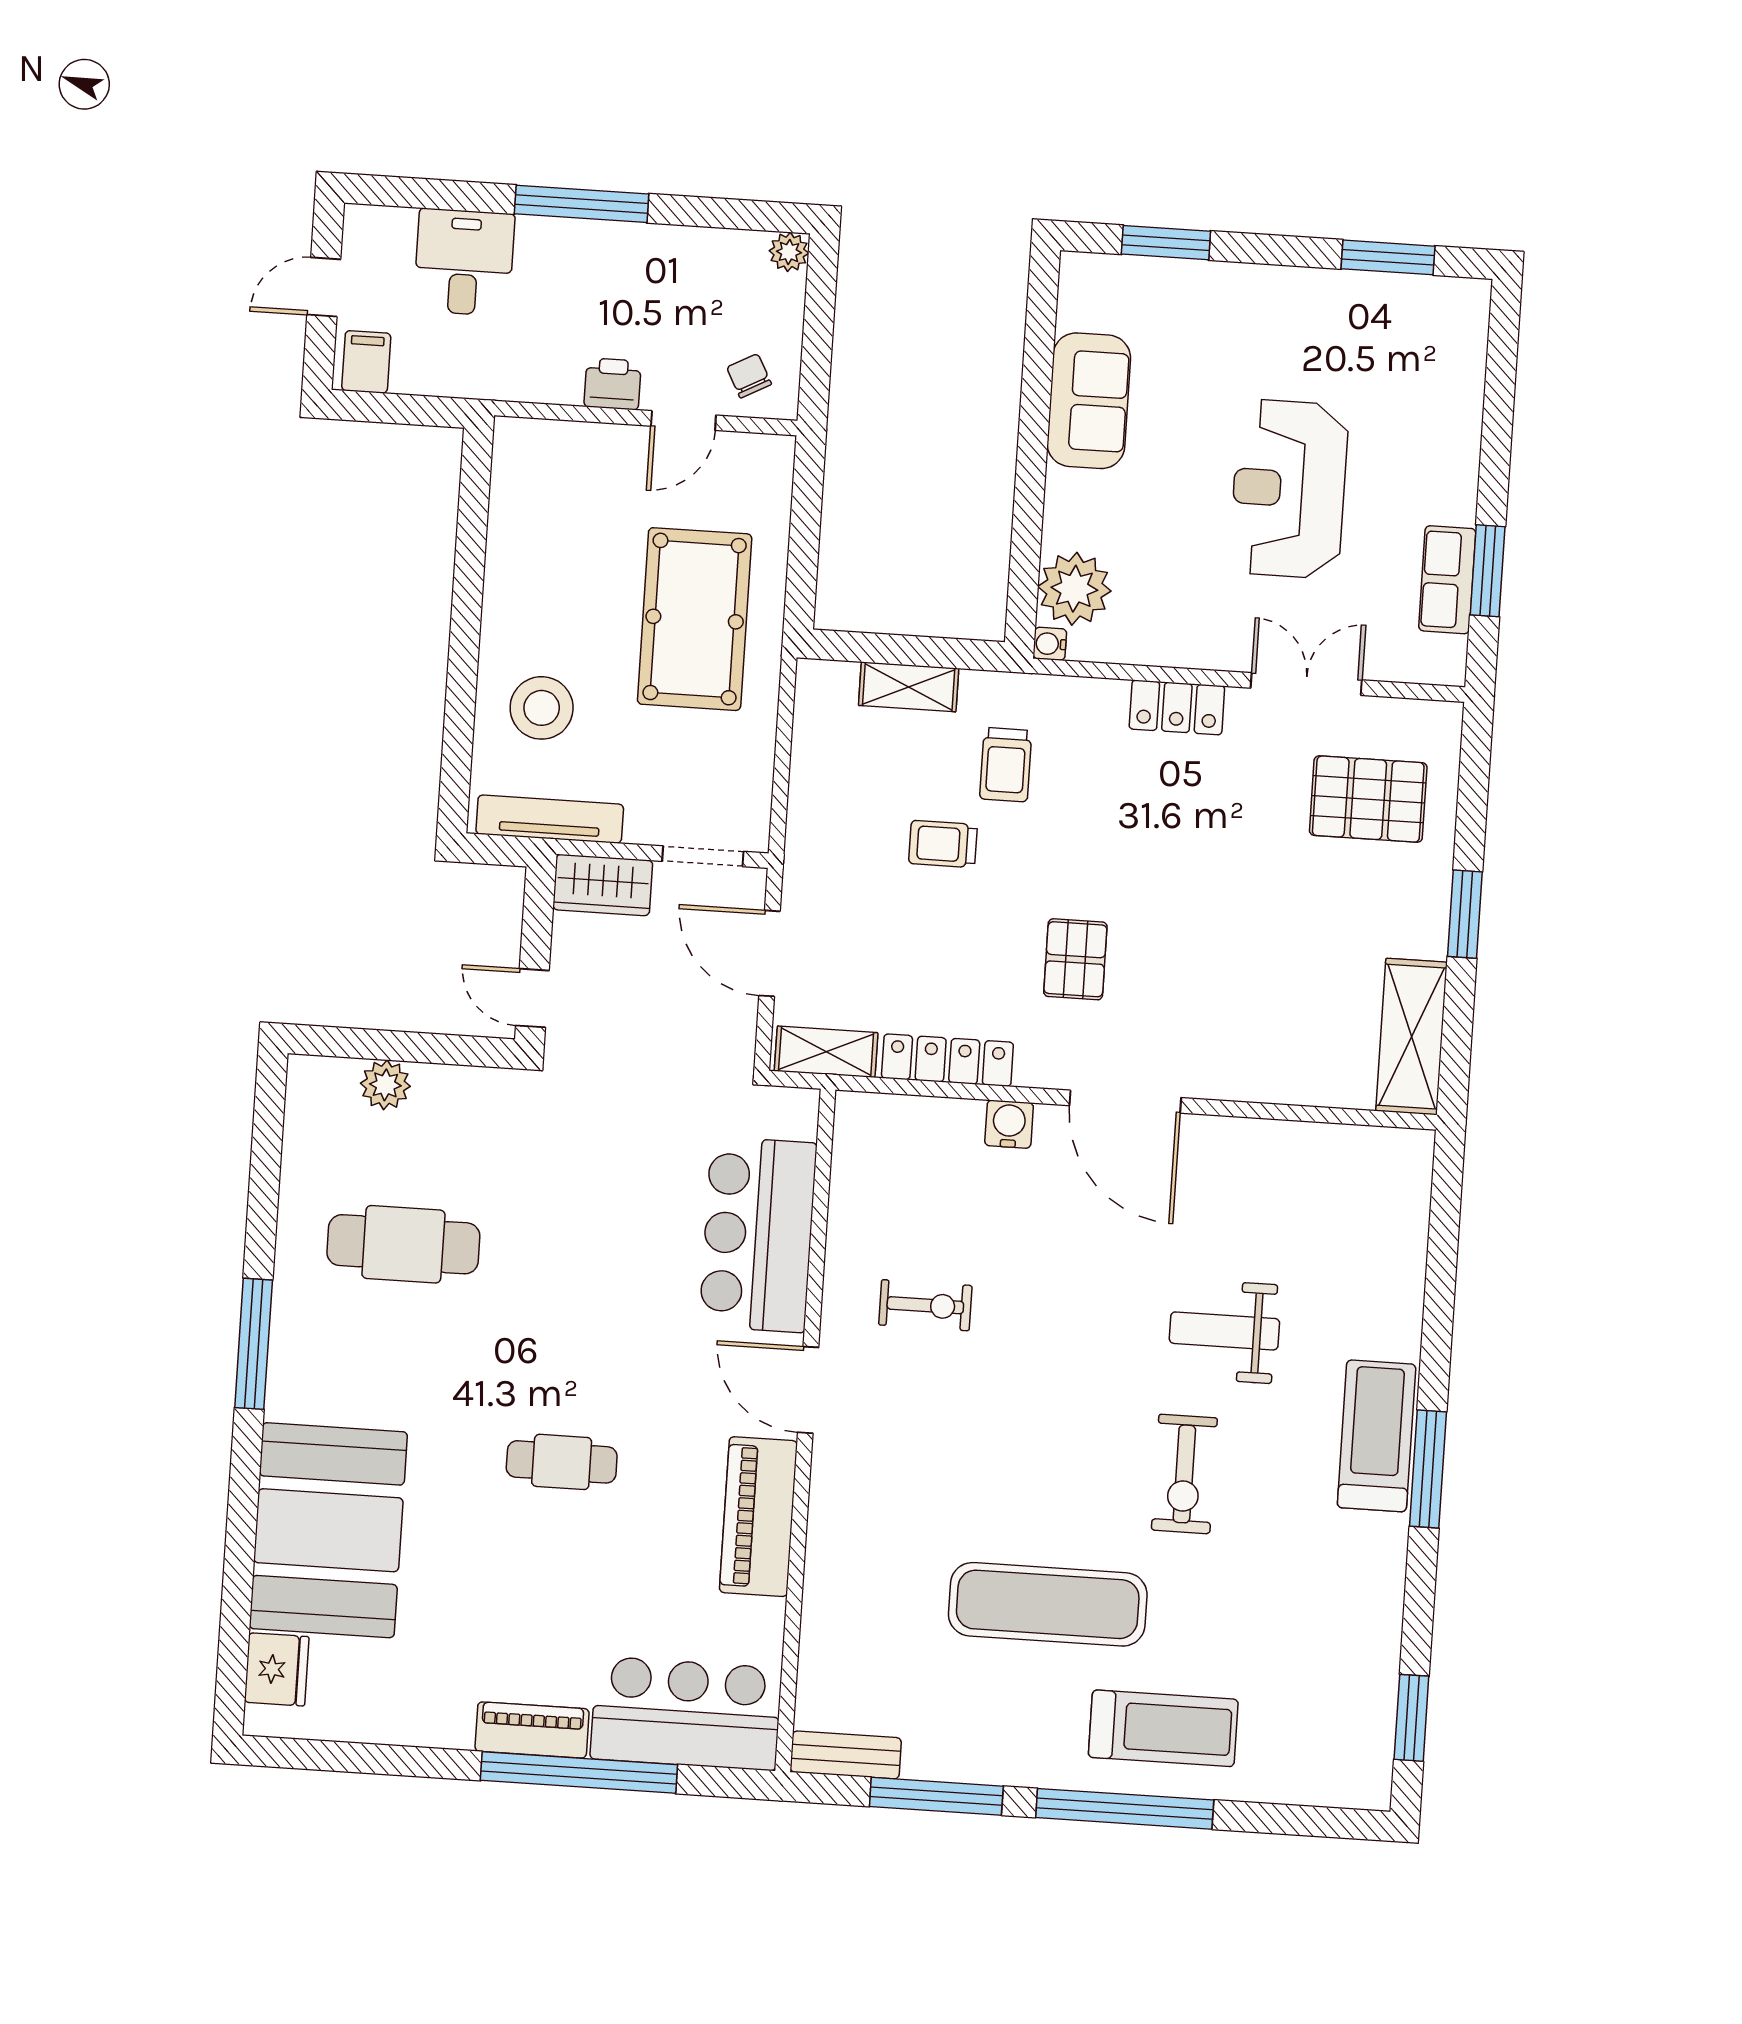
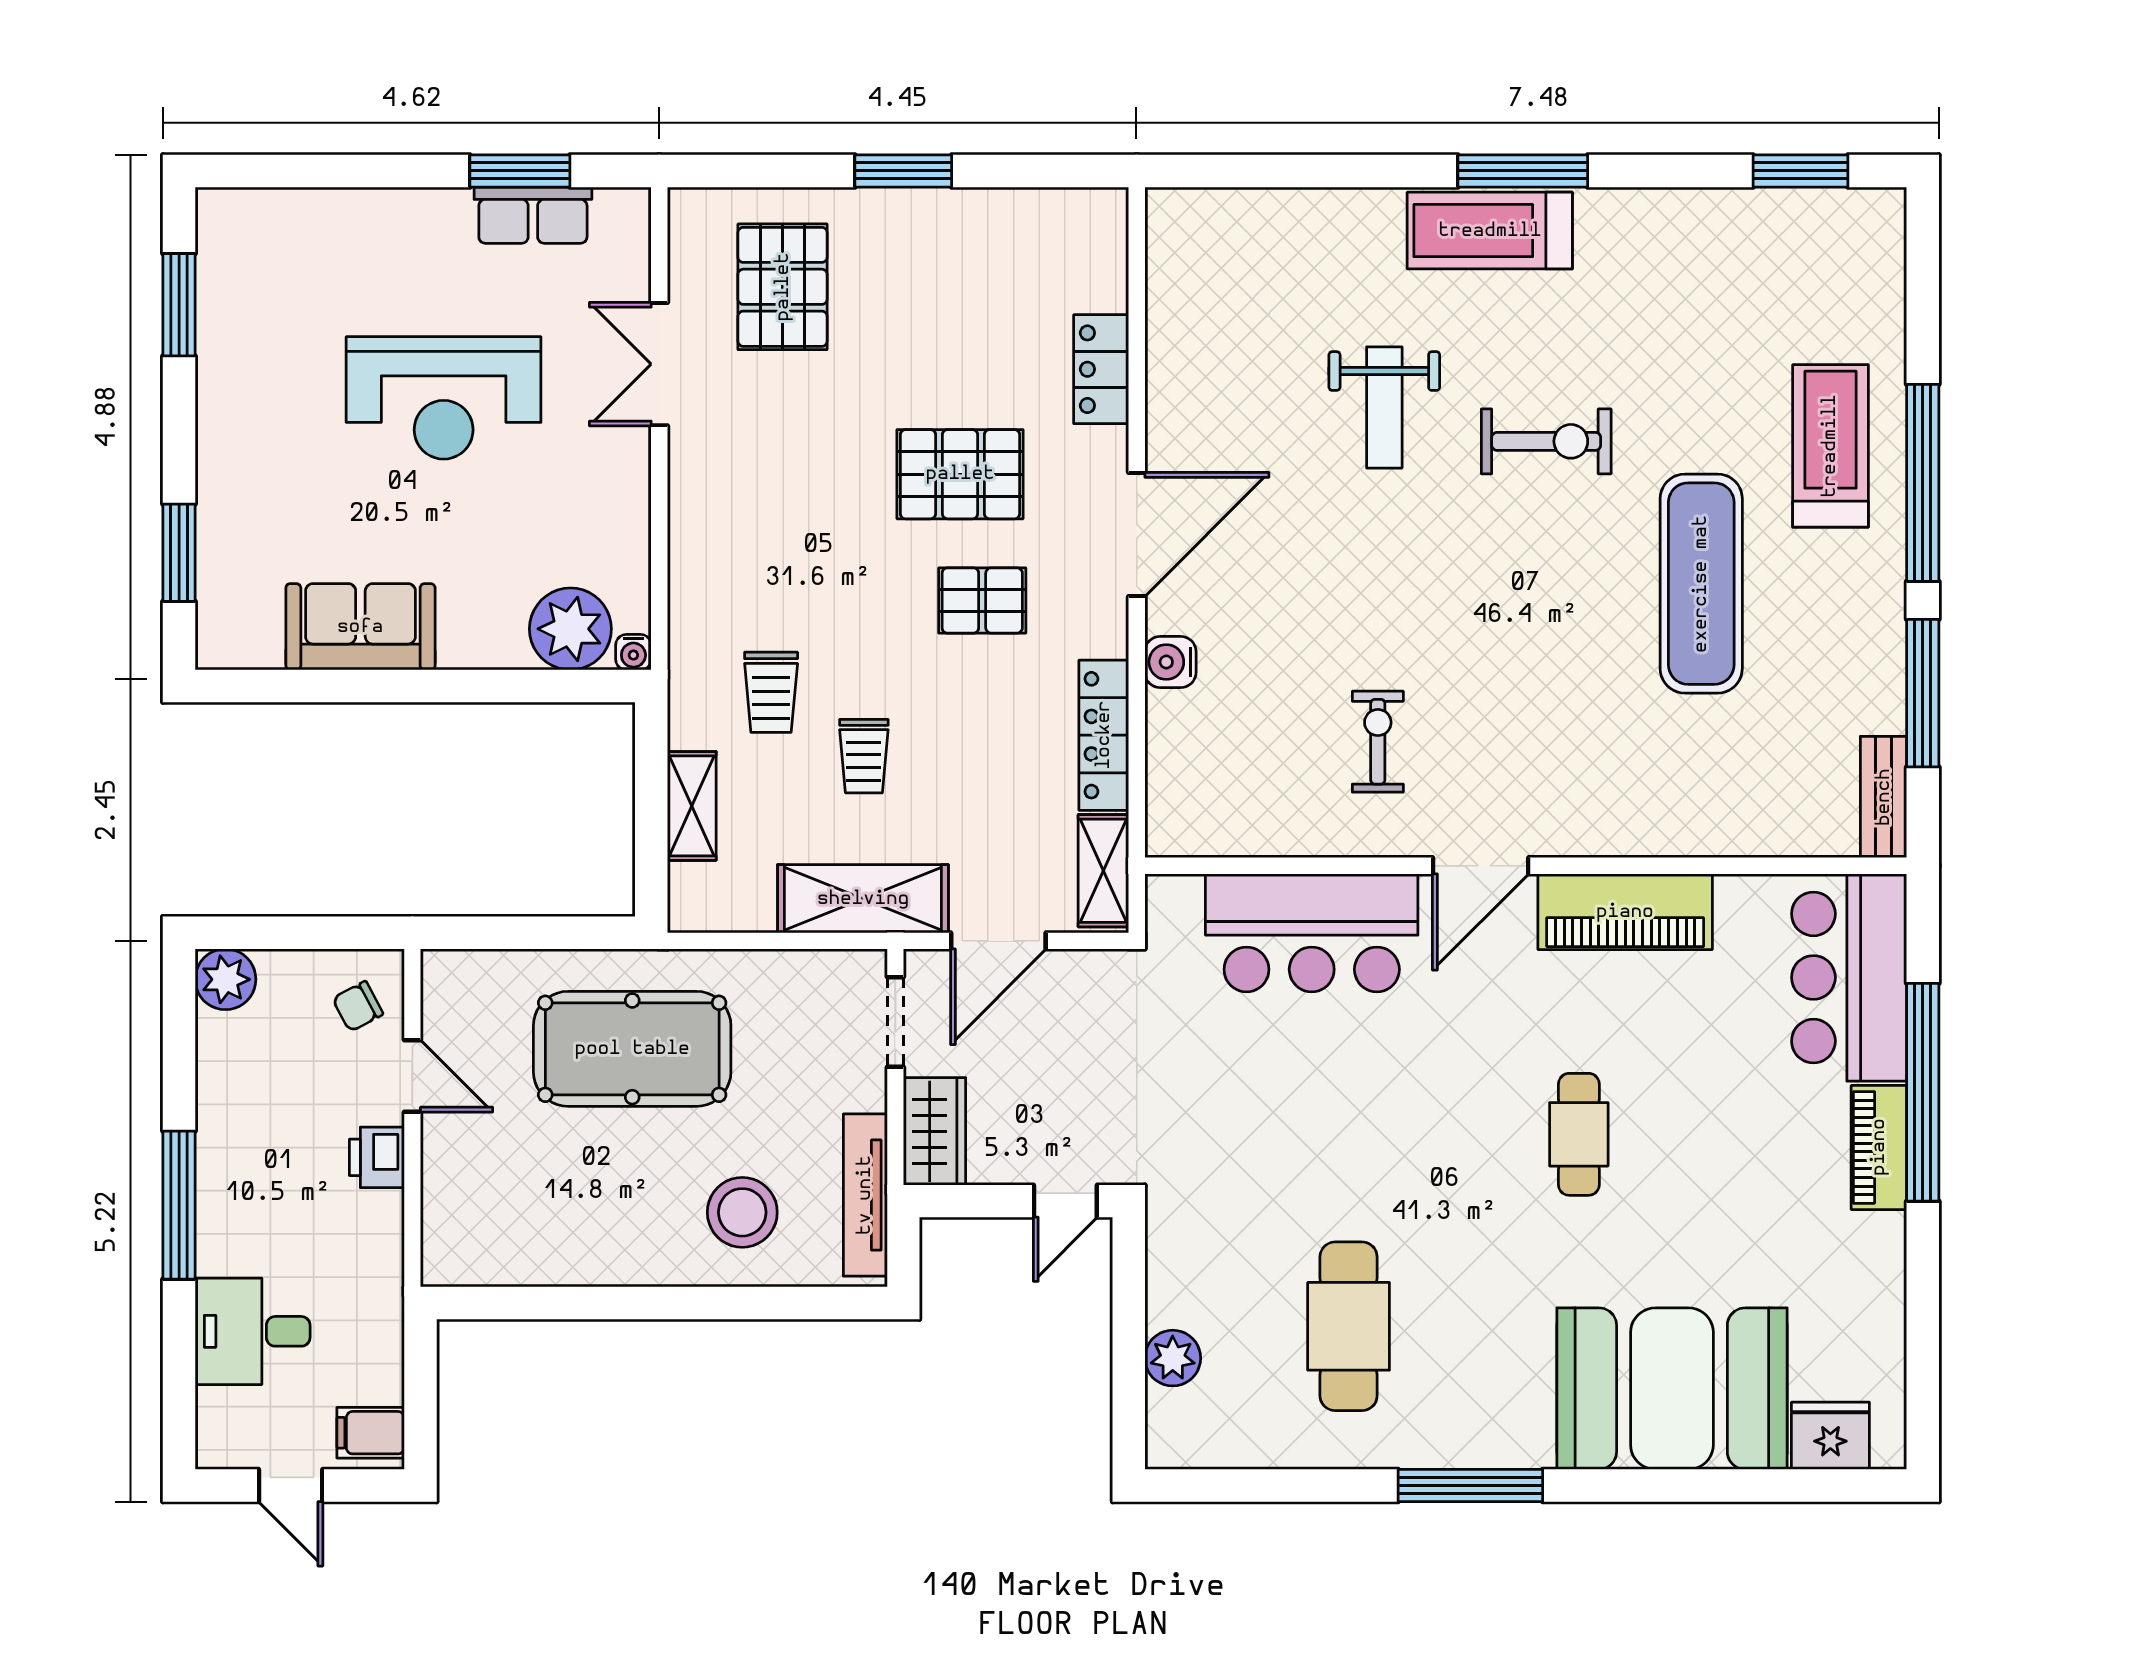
plant: (789, 252) -> (225, 979), width x1.38, depth x1.38
locker: (1177, 707) -> (1101, 369), moved, turned 180
trolley: (1006, 765) -> (771, 692), turned 90
pallet: (1190, 947) -> (960, 474), added
shelving: (1411, 1037) -> (863, 899), moved

